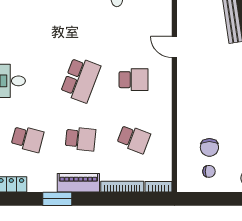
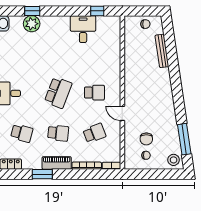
door: (174, 47) -> (122, 113), moved
school desk: (134, 139) -> (94, 133), turned -42

